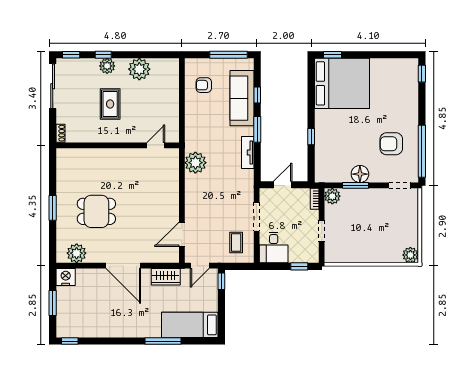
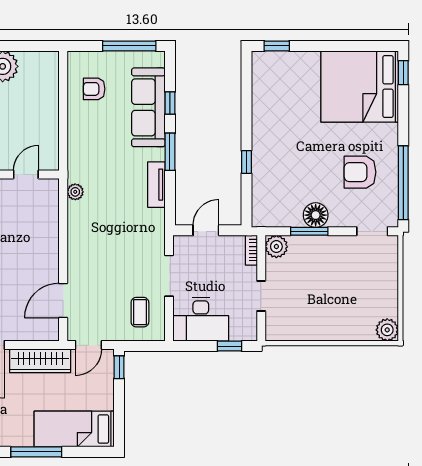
bed: (342, 83) -> (360, 87), moved, turned 180
plant: (195, 163) -> (75, 192), width x0.53, depth x0.53
desk: (274, 247) -> (201, 319), width x1.37
wardrobe: (166, 277) -> (40, 361), width x1.50

